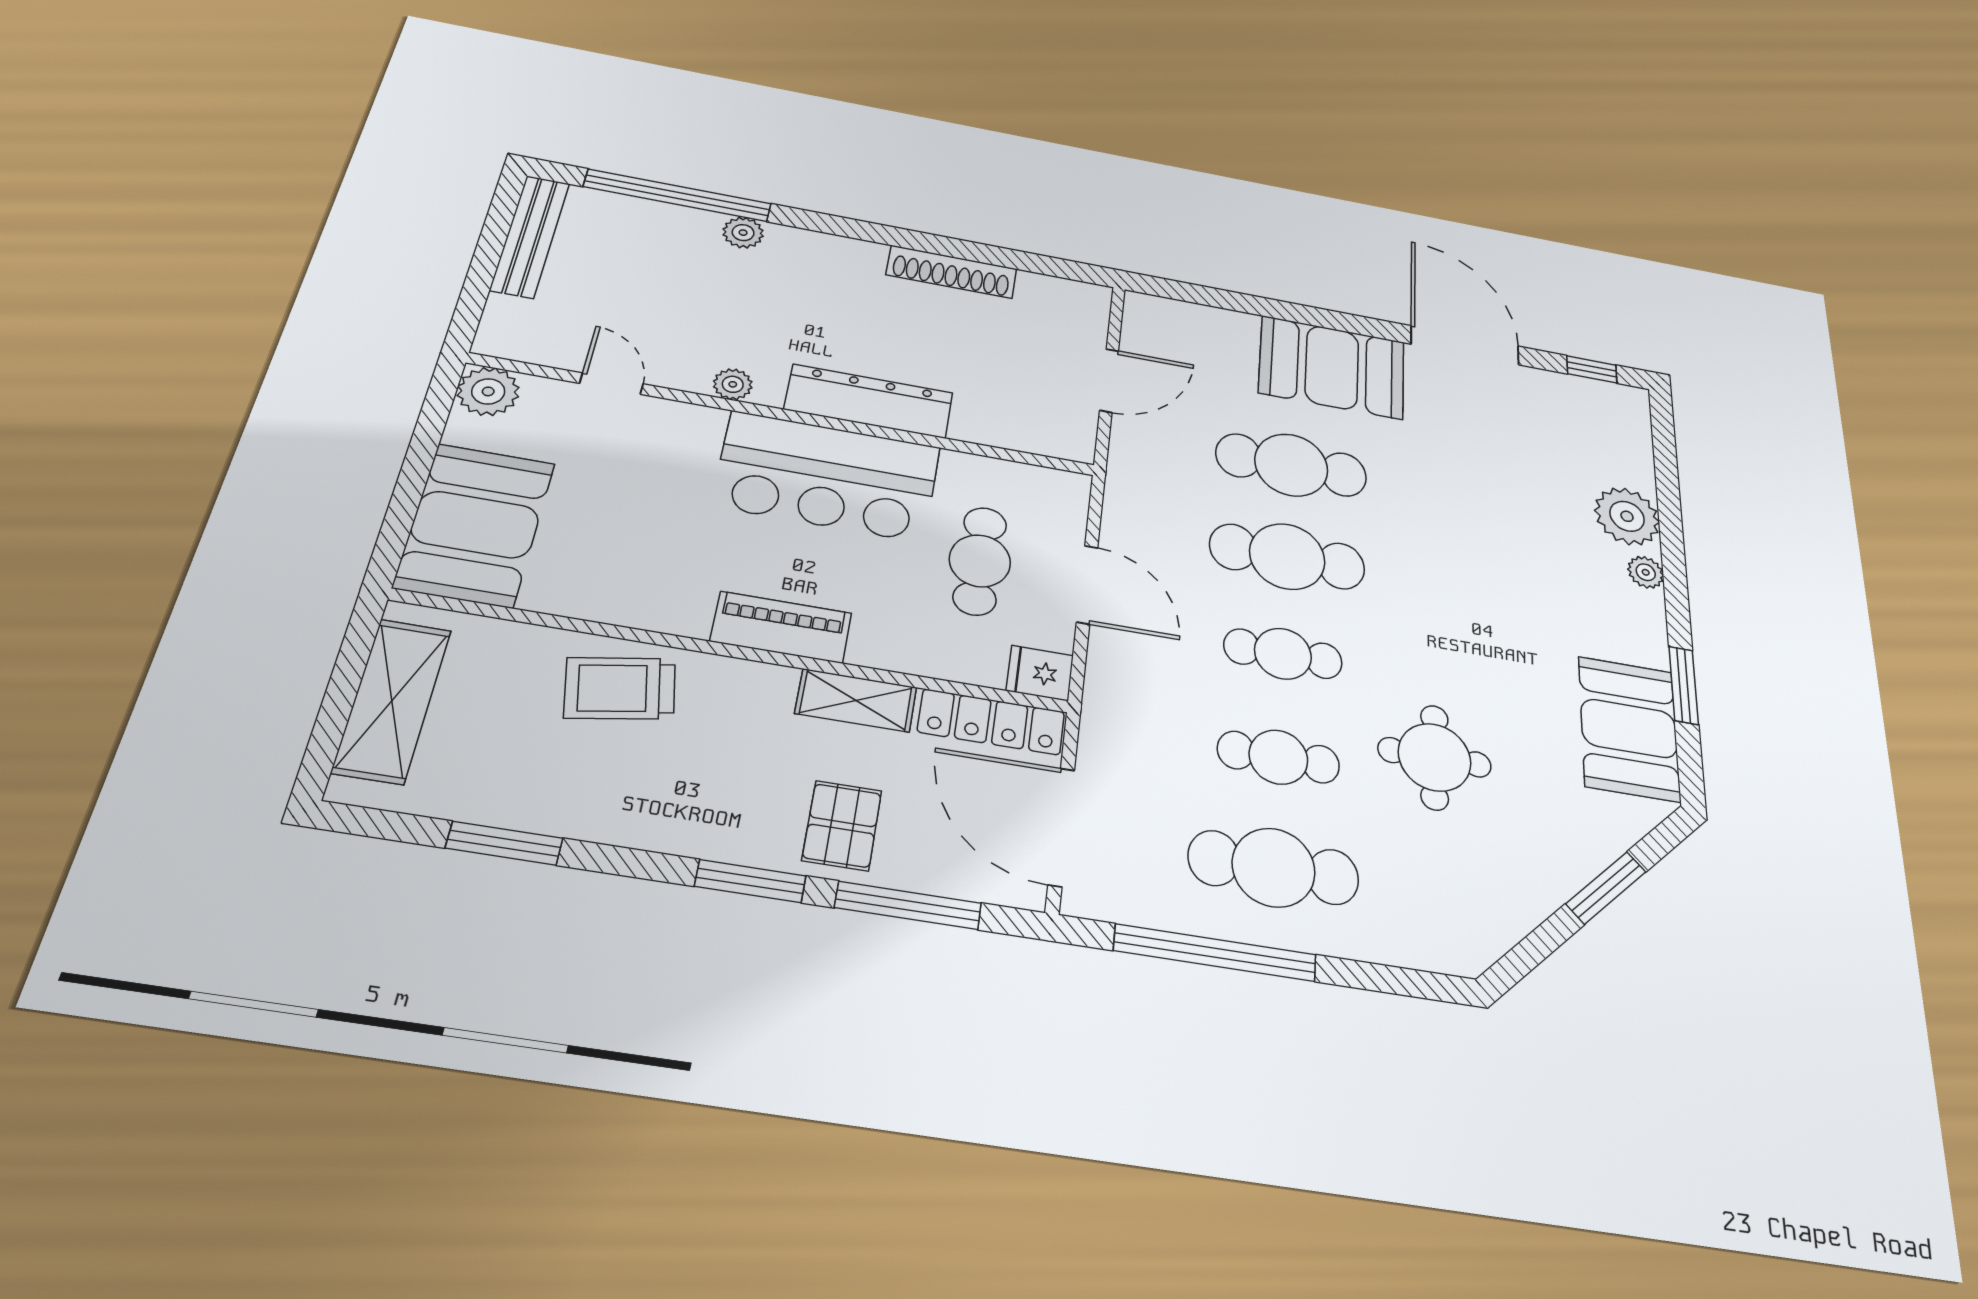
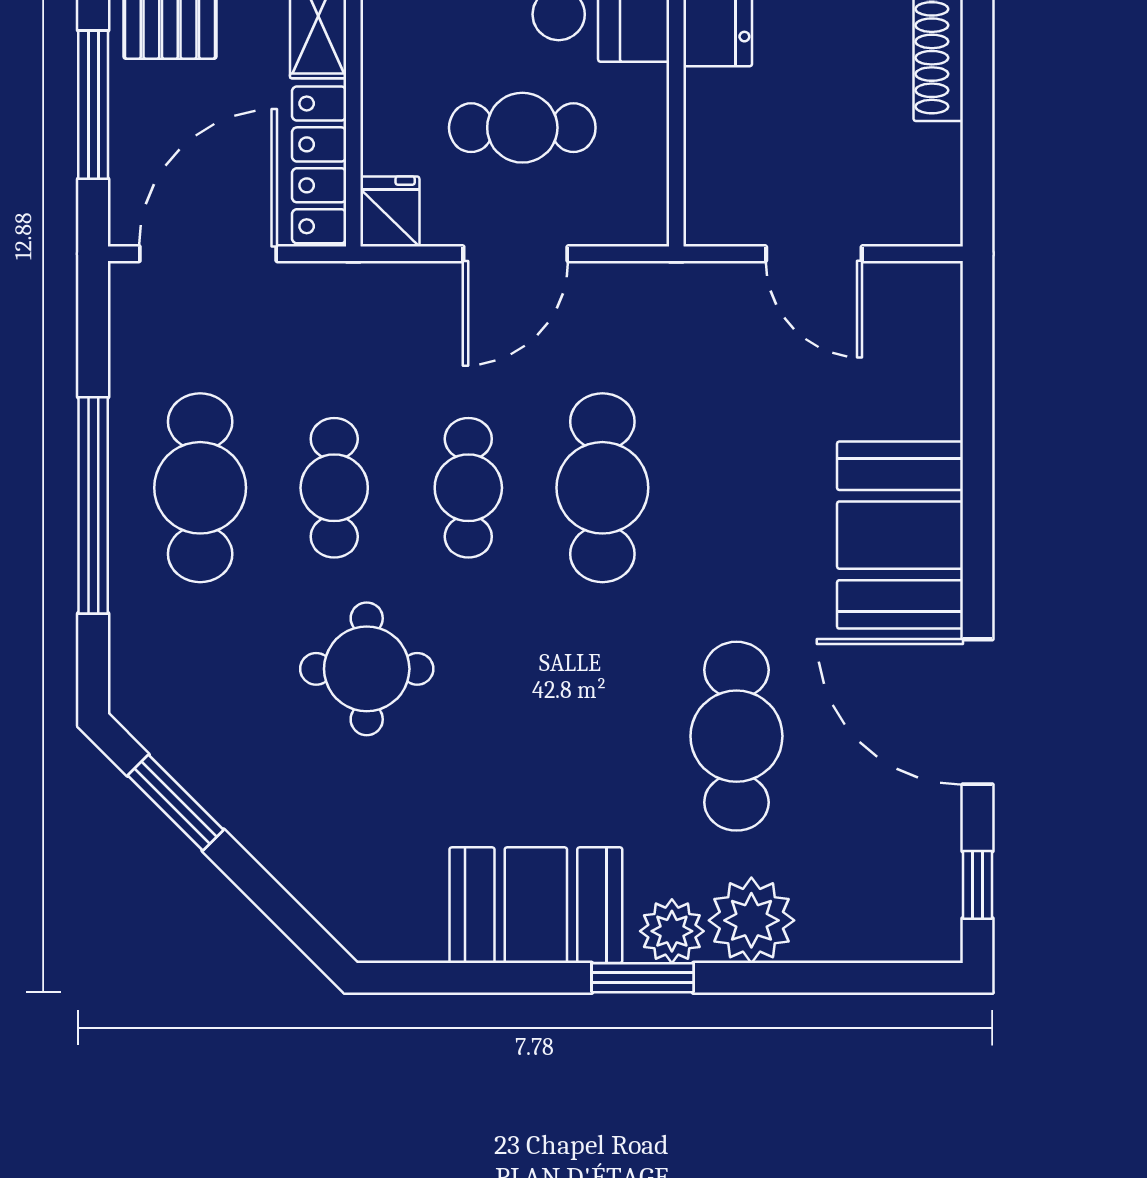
door: (1465, 345) -> (978, 712), swing flipped
cafe table: (1291, 465) -> (736, 736), moved
plant: (1646, 572) -> (672, 931), width x1.38, depth x1.38
window: (1684, 685) -> (643, 978), moved
booth: (1629, 728) -> (536, 905), moved
window: (1606, 888) -> (176, 803), moved
window: (1215, 953) -> (93, 505), moved

